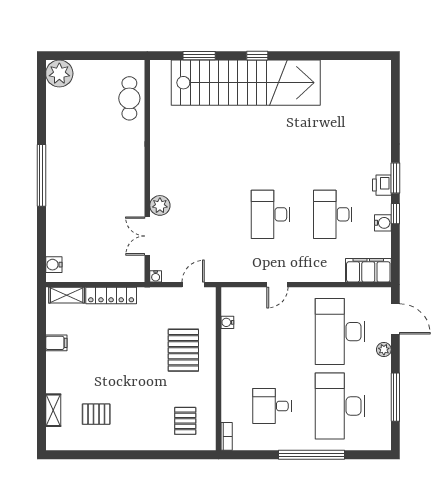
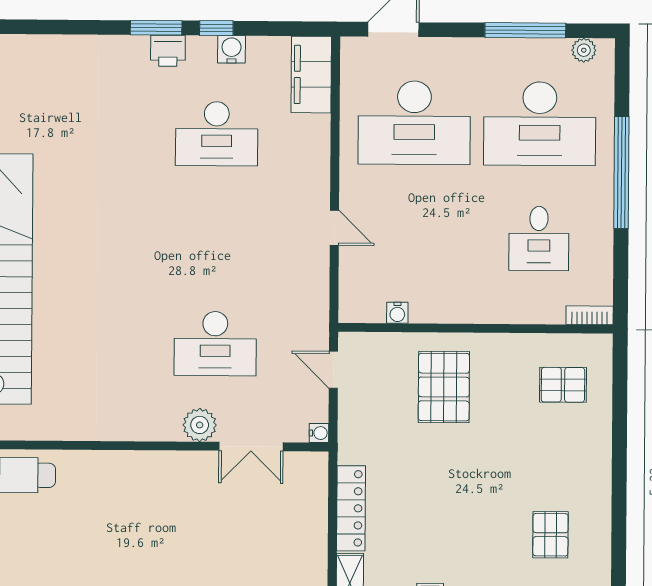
desk: (270, 214) -> (215, 344), moved
pallet: (183, 350) -> (444, 387), turned 90
plant: (384, 350) -> (584, 50), moved

